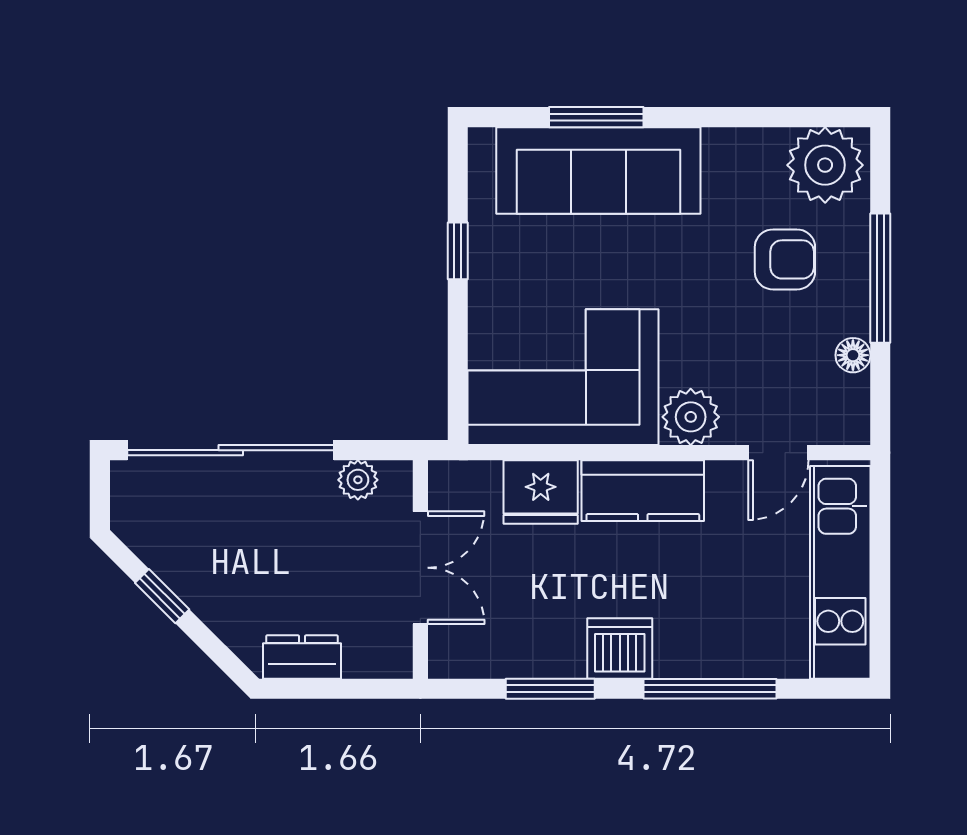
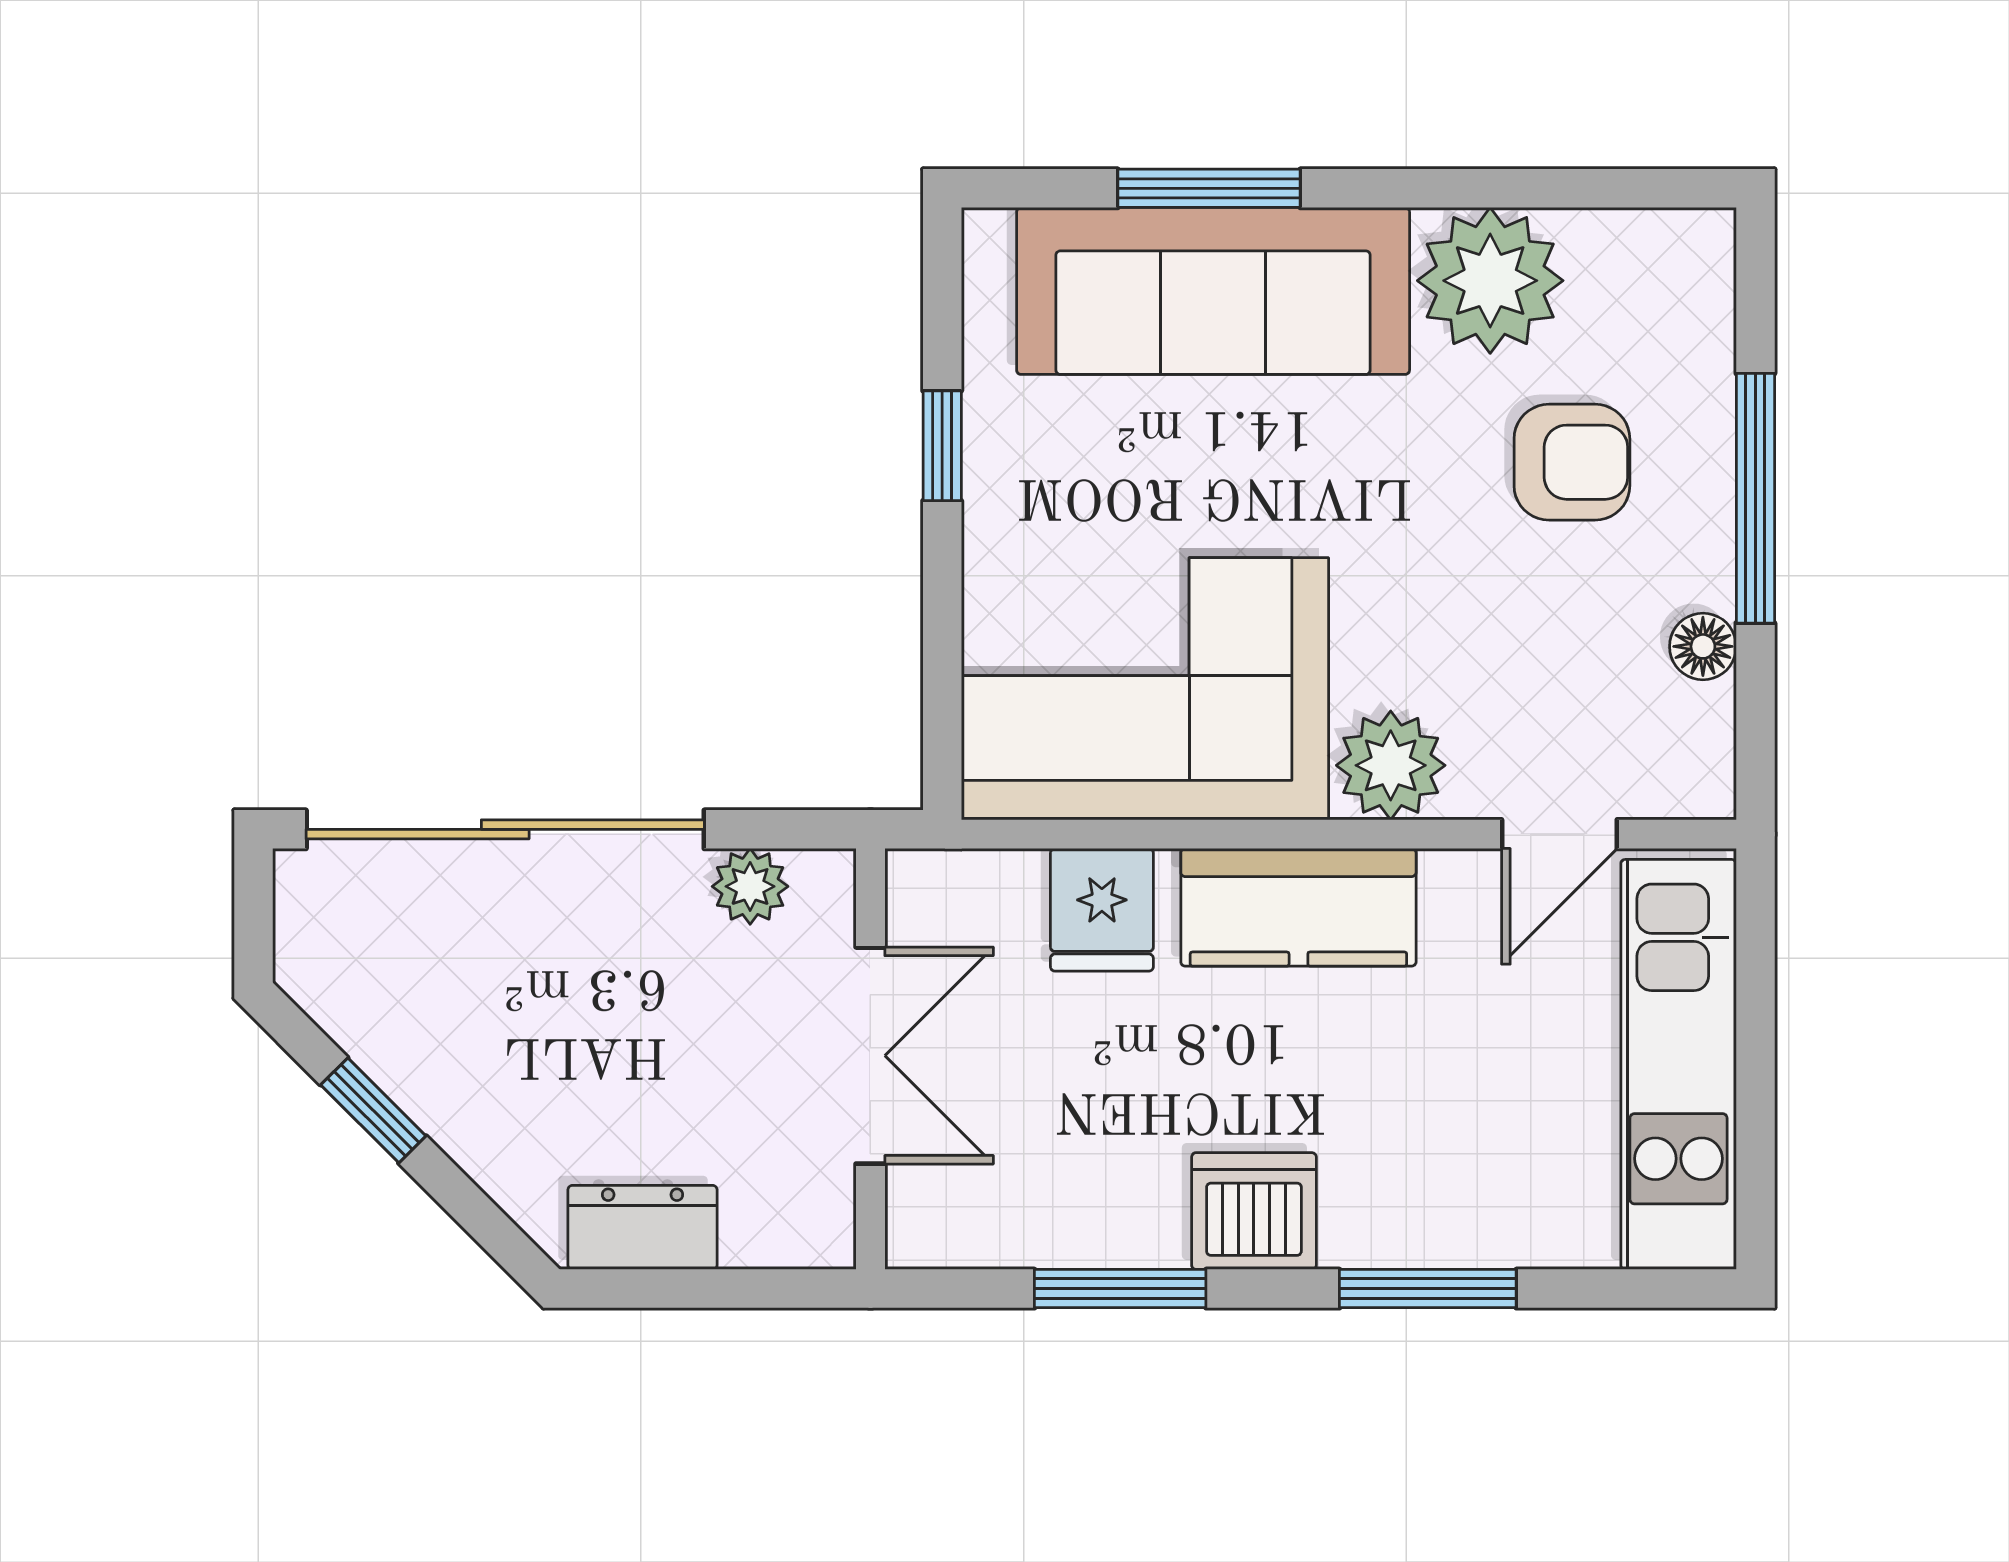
plant: (825, 165) -> (1490, 281), moved
fridge: (541, 492) -> (1102, 910), width x0.72
window: (710, 689) -> (1428, 1289), width x0.69

